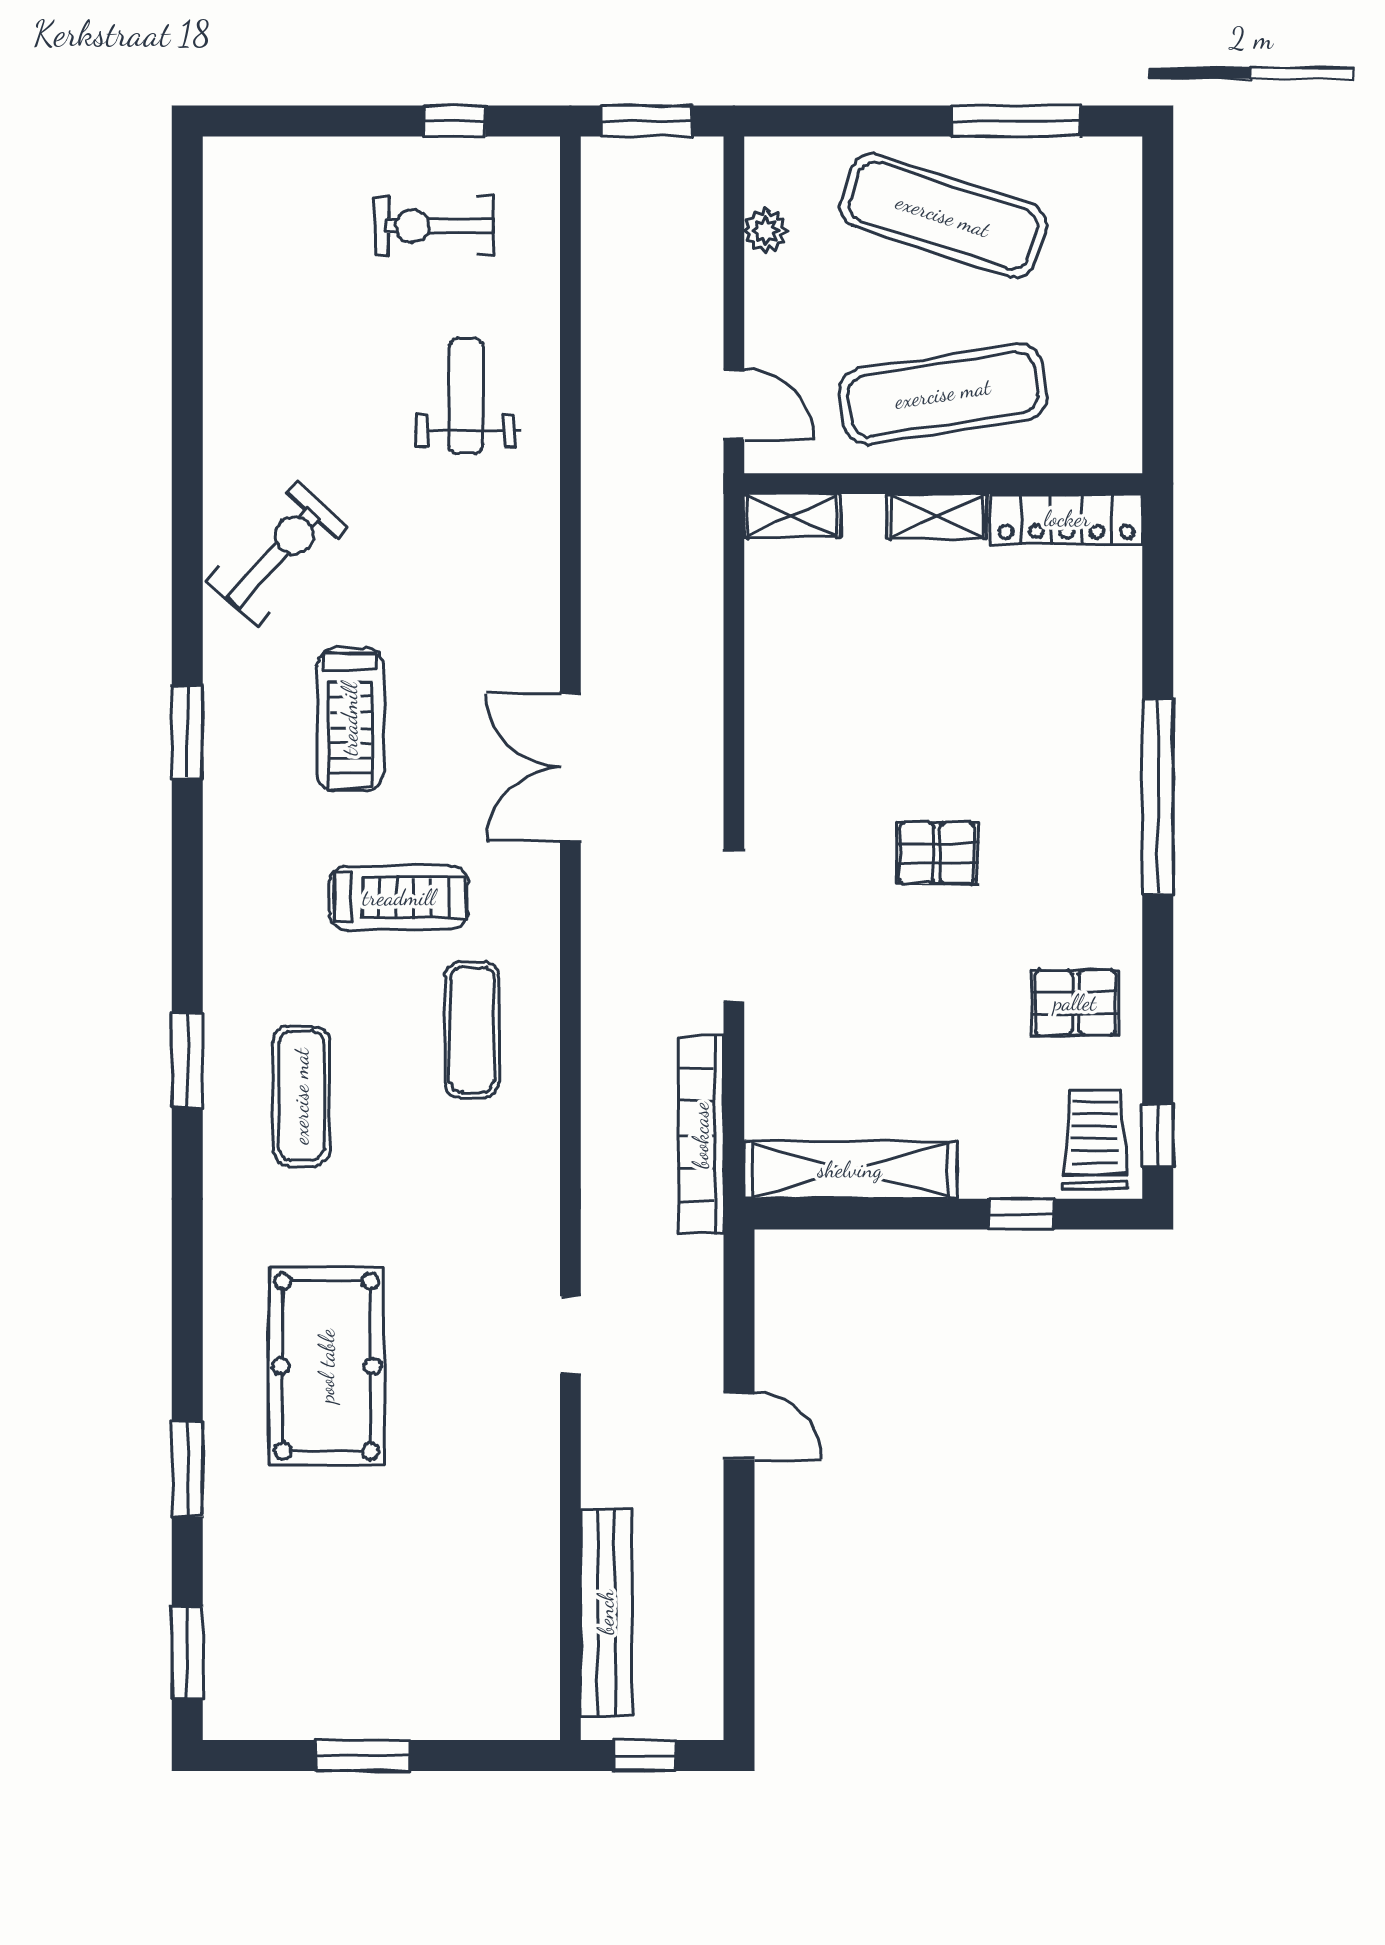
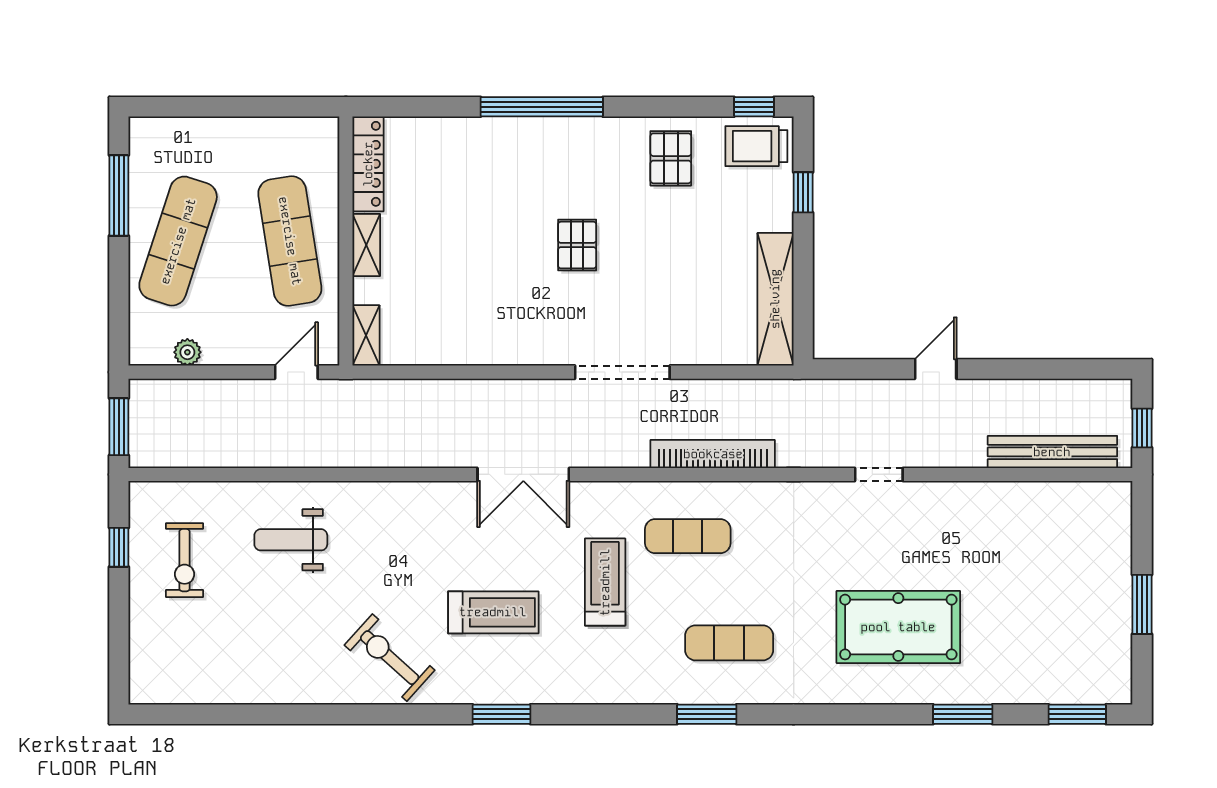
bookcase: (701, 1135) -> (713, 454), moved, turned 180

